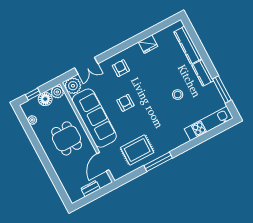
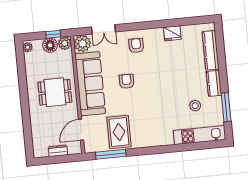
window: (33, 94) -> (53, 34), moved
stool: (178, 95) -> (195, 106), moved
plant: (32, 120) -> (28, 47), moved
dining table: (67, 138) -> (55, 92), turned 90
rug: (137, 150) -> (119, 132), turned 90
window: (158, 162) -> (111, 154), moved

